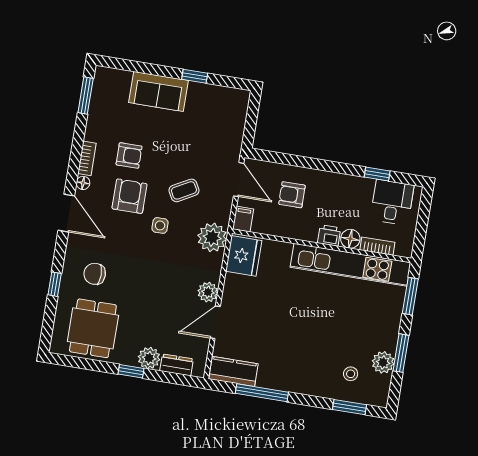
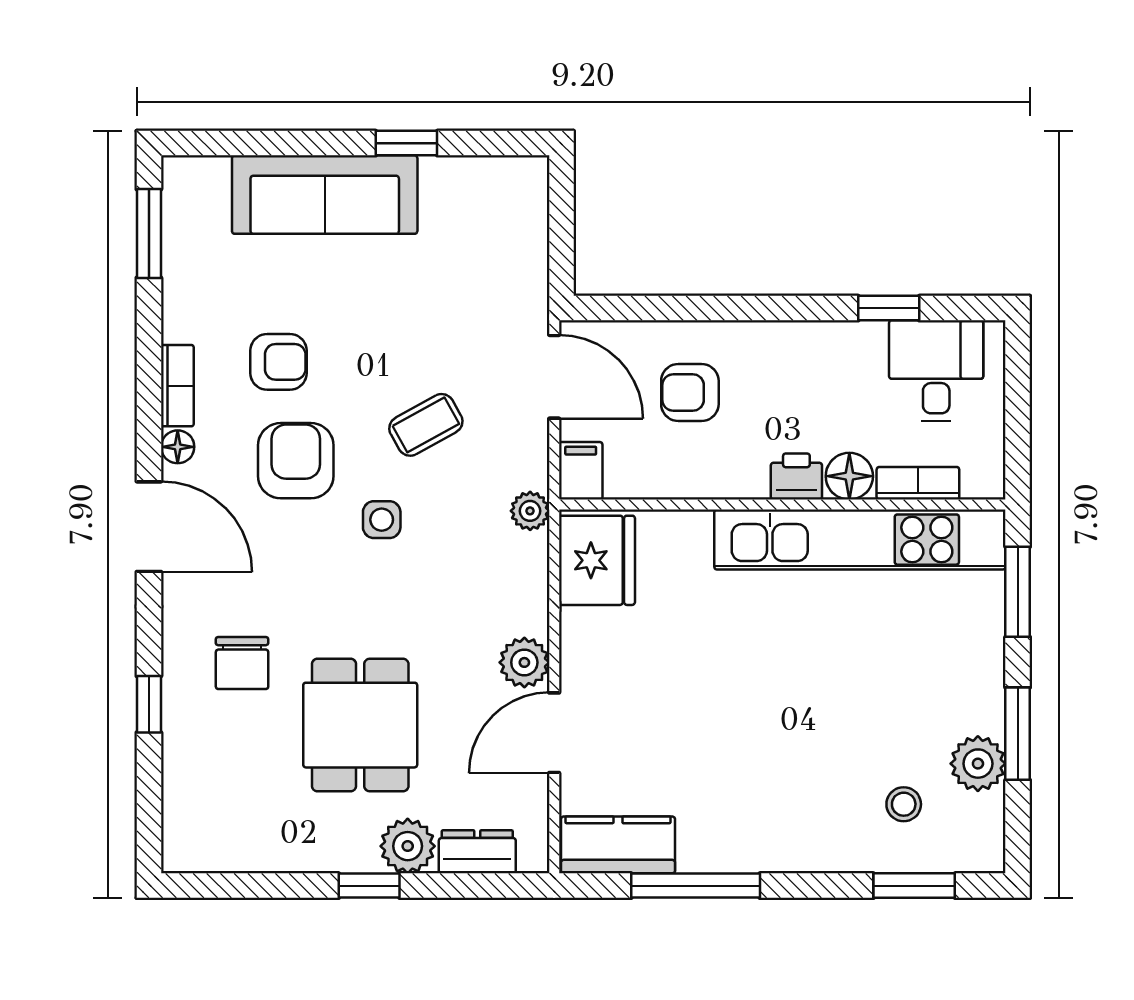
sofa: (159, 91) -> (325, 195), width x1.36
plant: (212, 237) -> (530, 511), width x0.53, depth x0.53
chair: (95, 274) -> (242, 663), turned -90
dining table: (93, 328) -> (360, 725), moved

